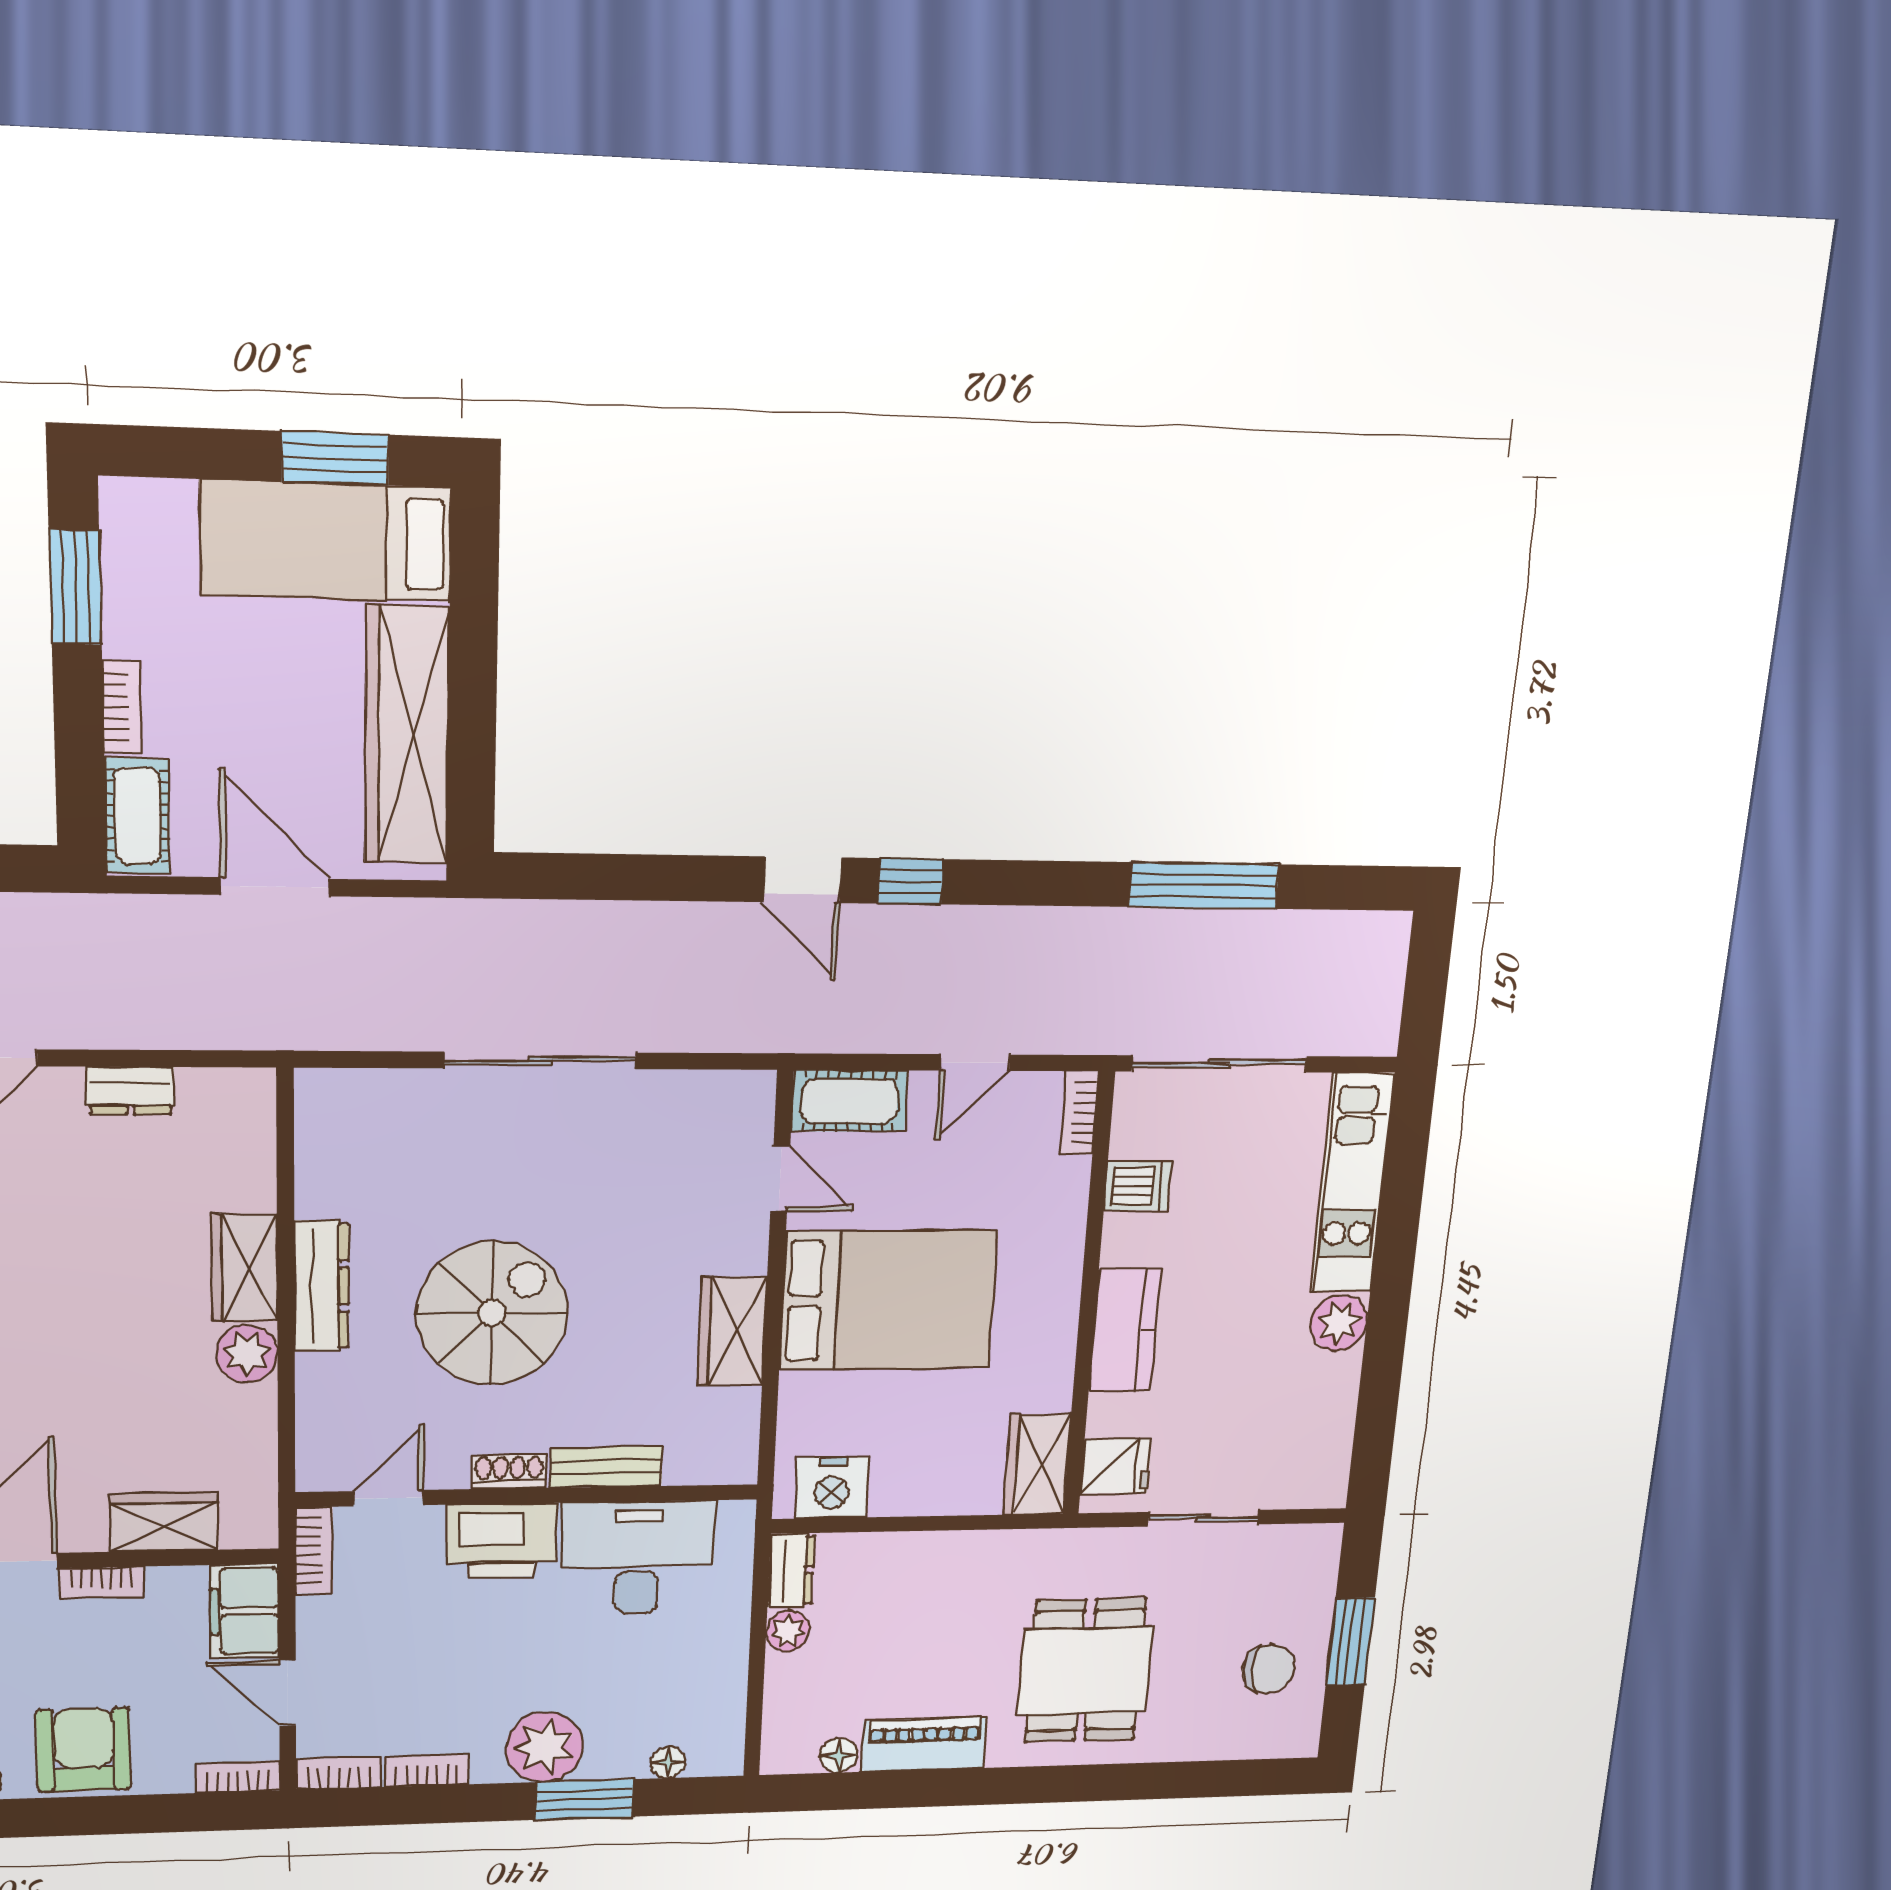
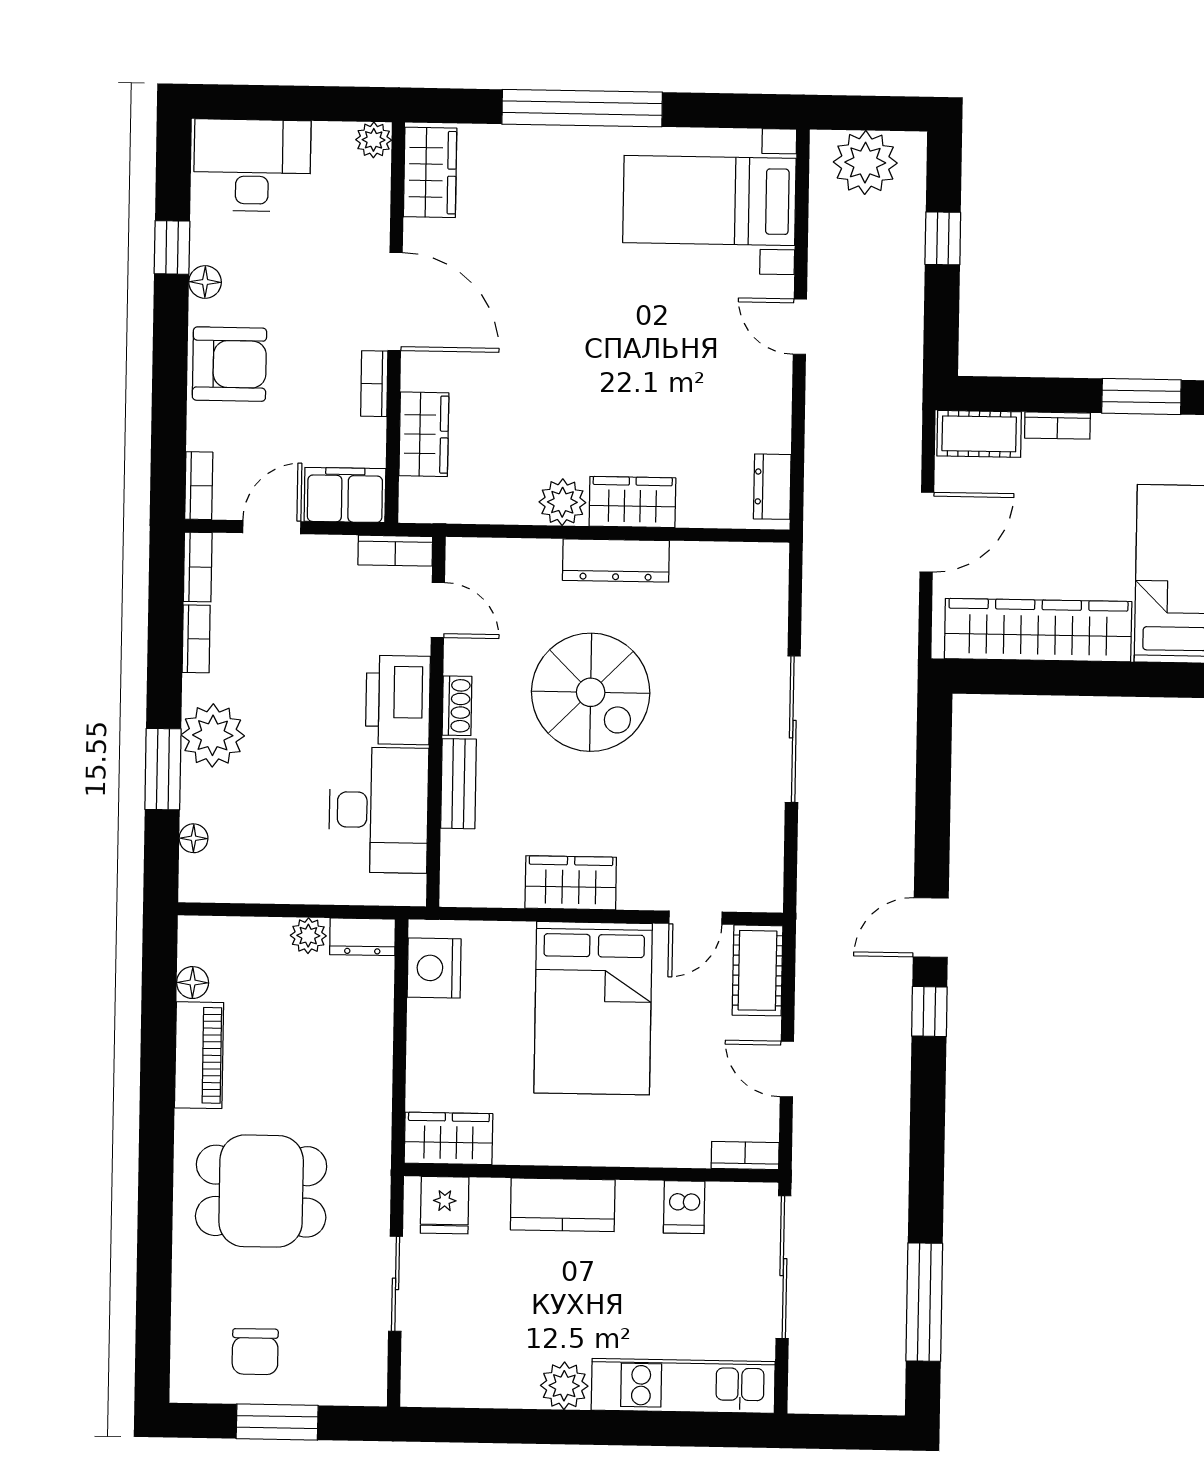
window: (1204, 886) -> (924, 1302), moved
dresser: (130, 1091) -> (772, 487), moved

